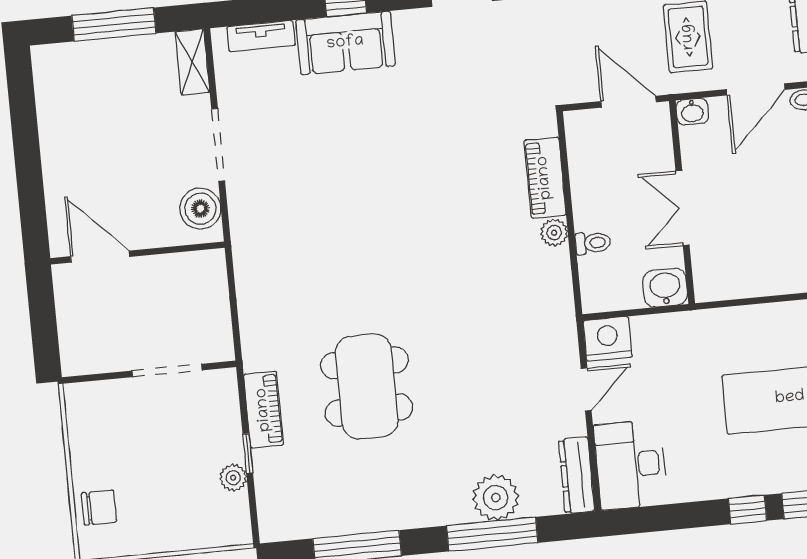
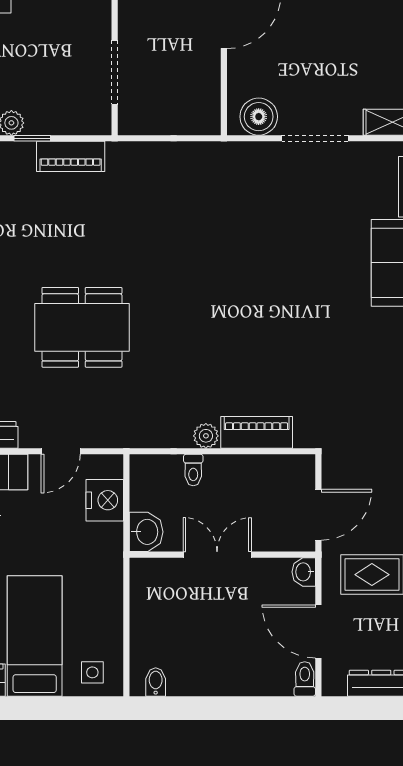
nightstand: (608, 339) -> (105, 500), moved
dining table: (367, 386) -> (82, 327), moved
door: (586, 390) -> (61, 451), hinge flipped

